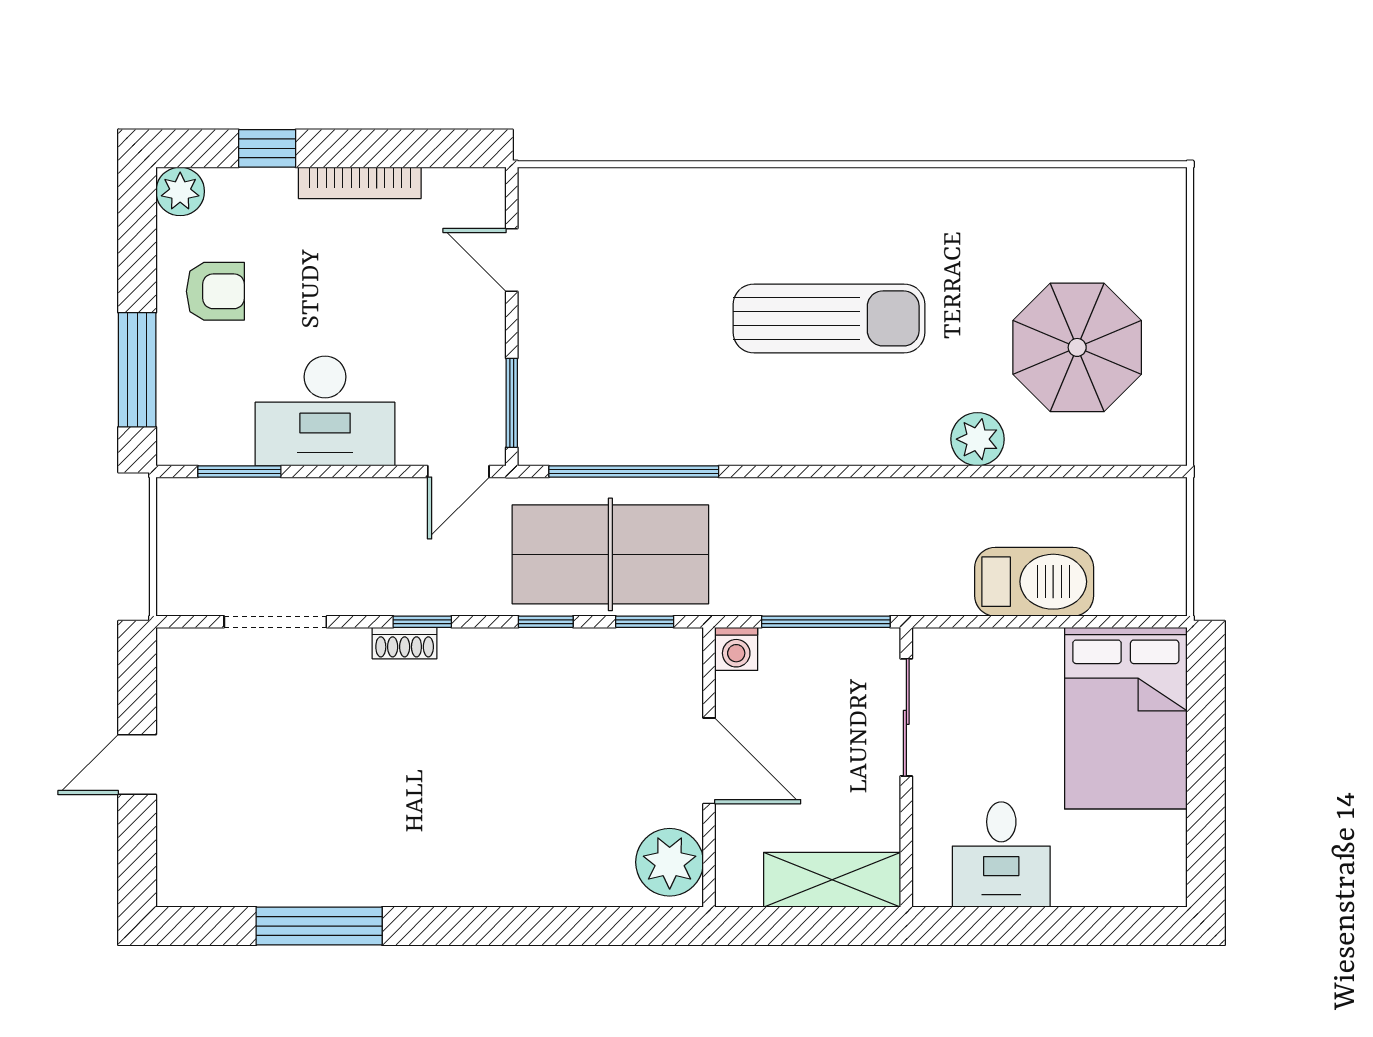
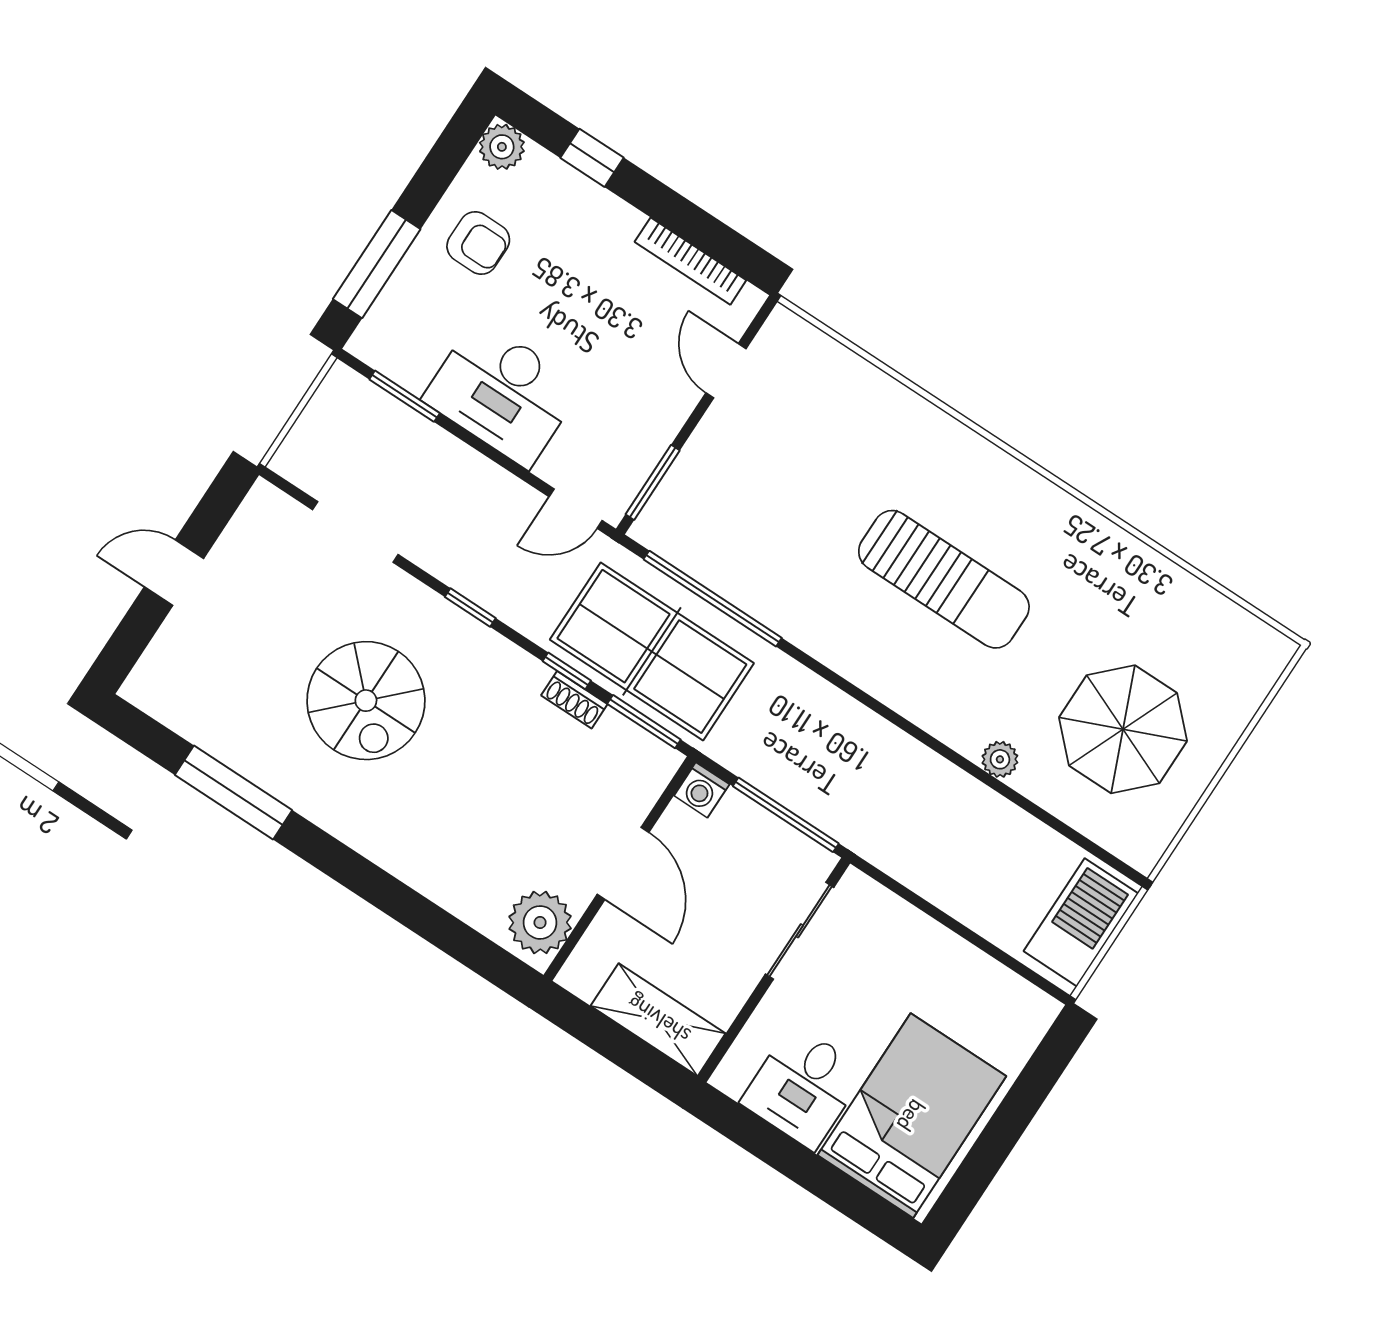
bookcase: (360, 183) -> (690, 261), moved
plant: (978, 439) -> (1000, 759), width x0.73, depth x0.73
barbecue: (1034, 582) -> (1081, 922), moved, turned -90
window: (645, 622) -> (644, 722), width x1.50
shoe rack: (405, 643) -> (574, 700), moved
bed: (1126, 718) -> (912, 1116), moved, turned 180
spiral stairs: (384, 766) -> (366, 701), added

